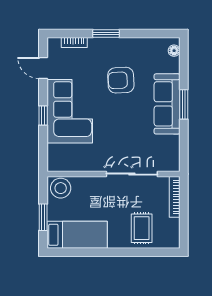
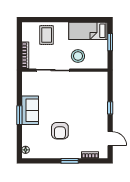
armchair: (121, 80) -> (60, 131), turned 93
sofa: (167, 104) -> (30, 110), width x0.73
corner sofa: (70, 111) -> (93, 111), removed
stool: (61, 188) -> (78, 56), moved

